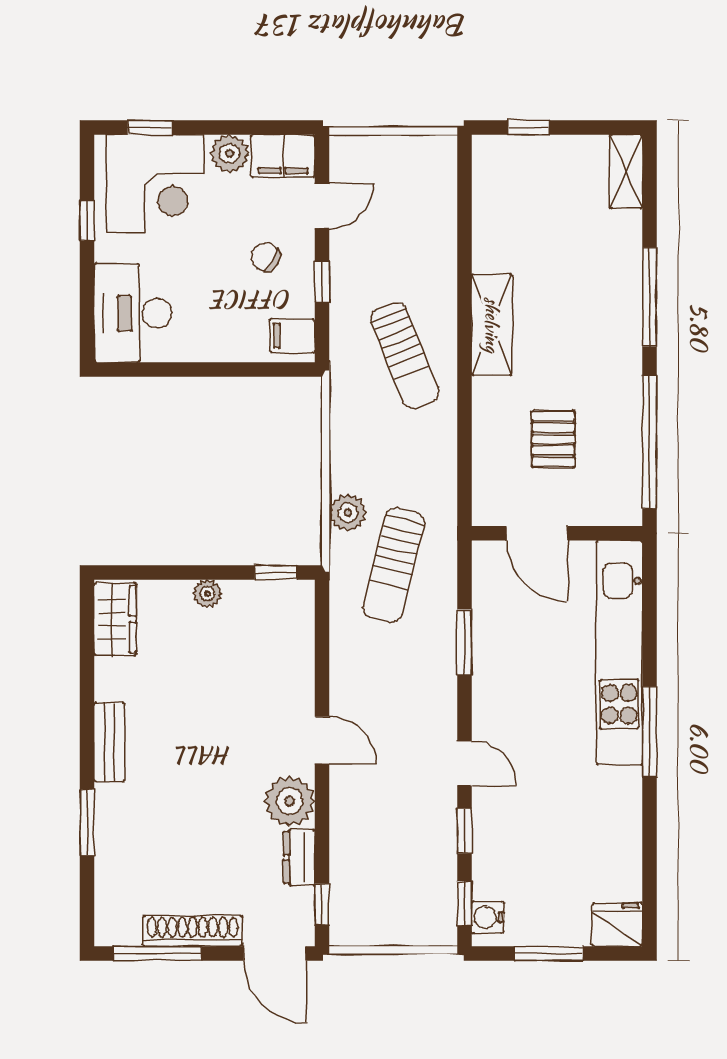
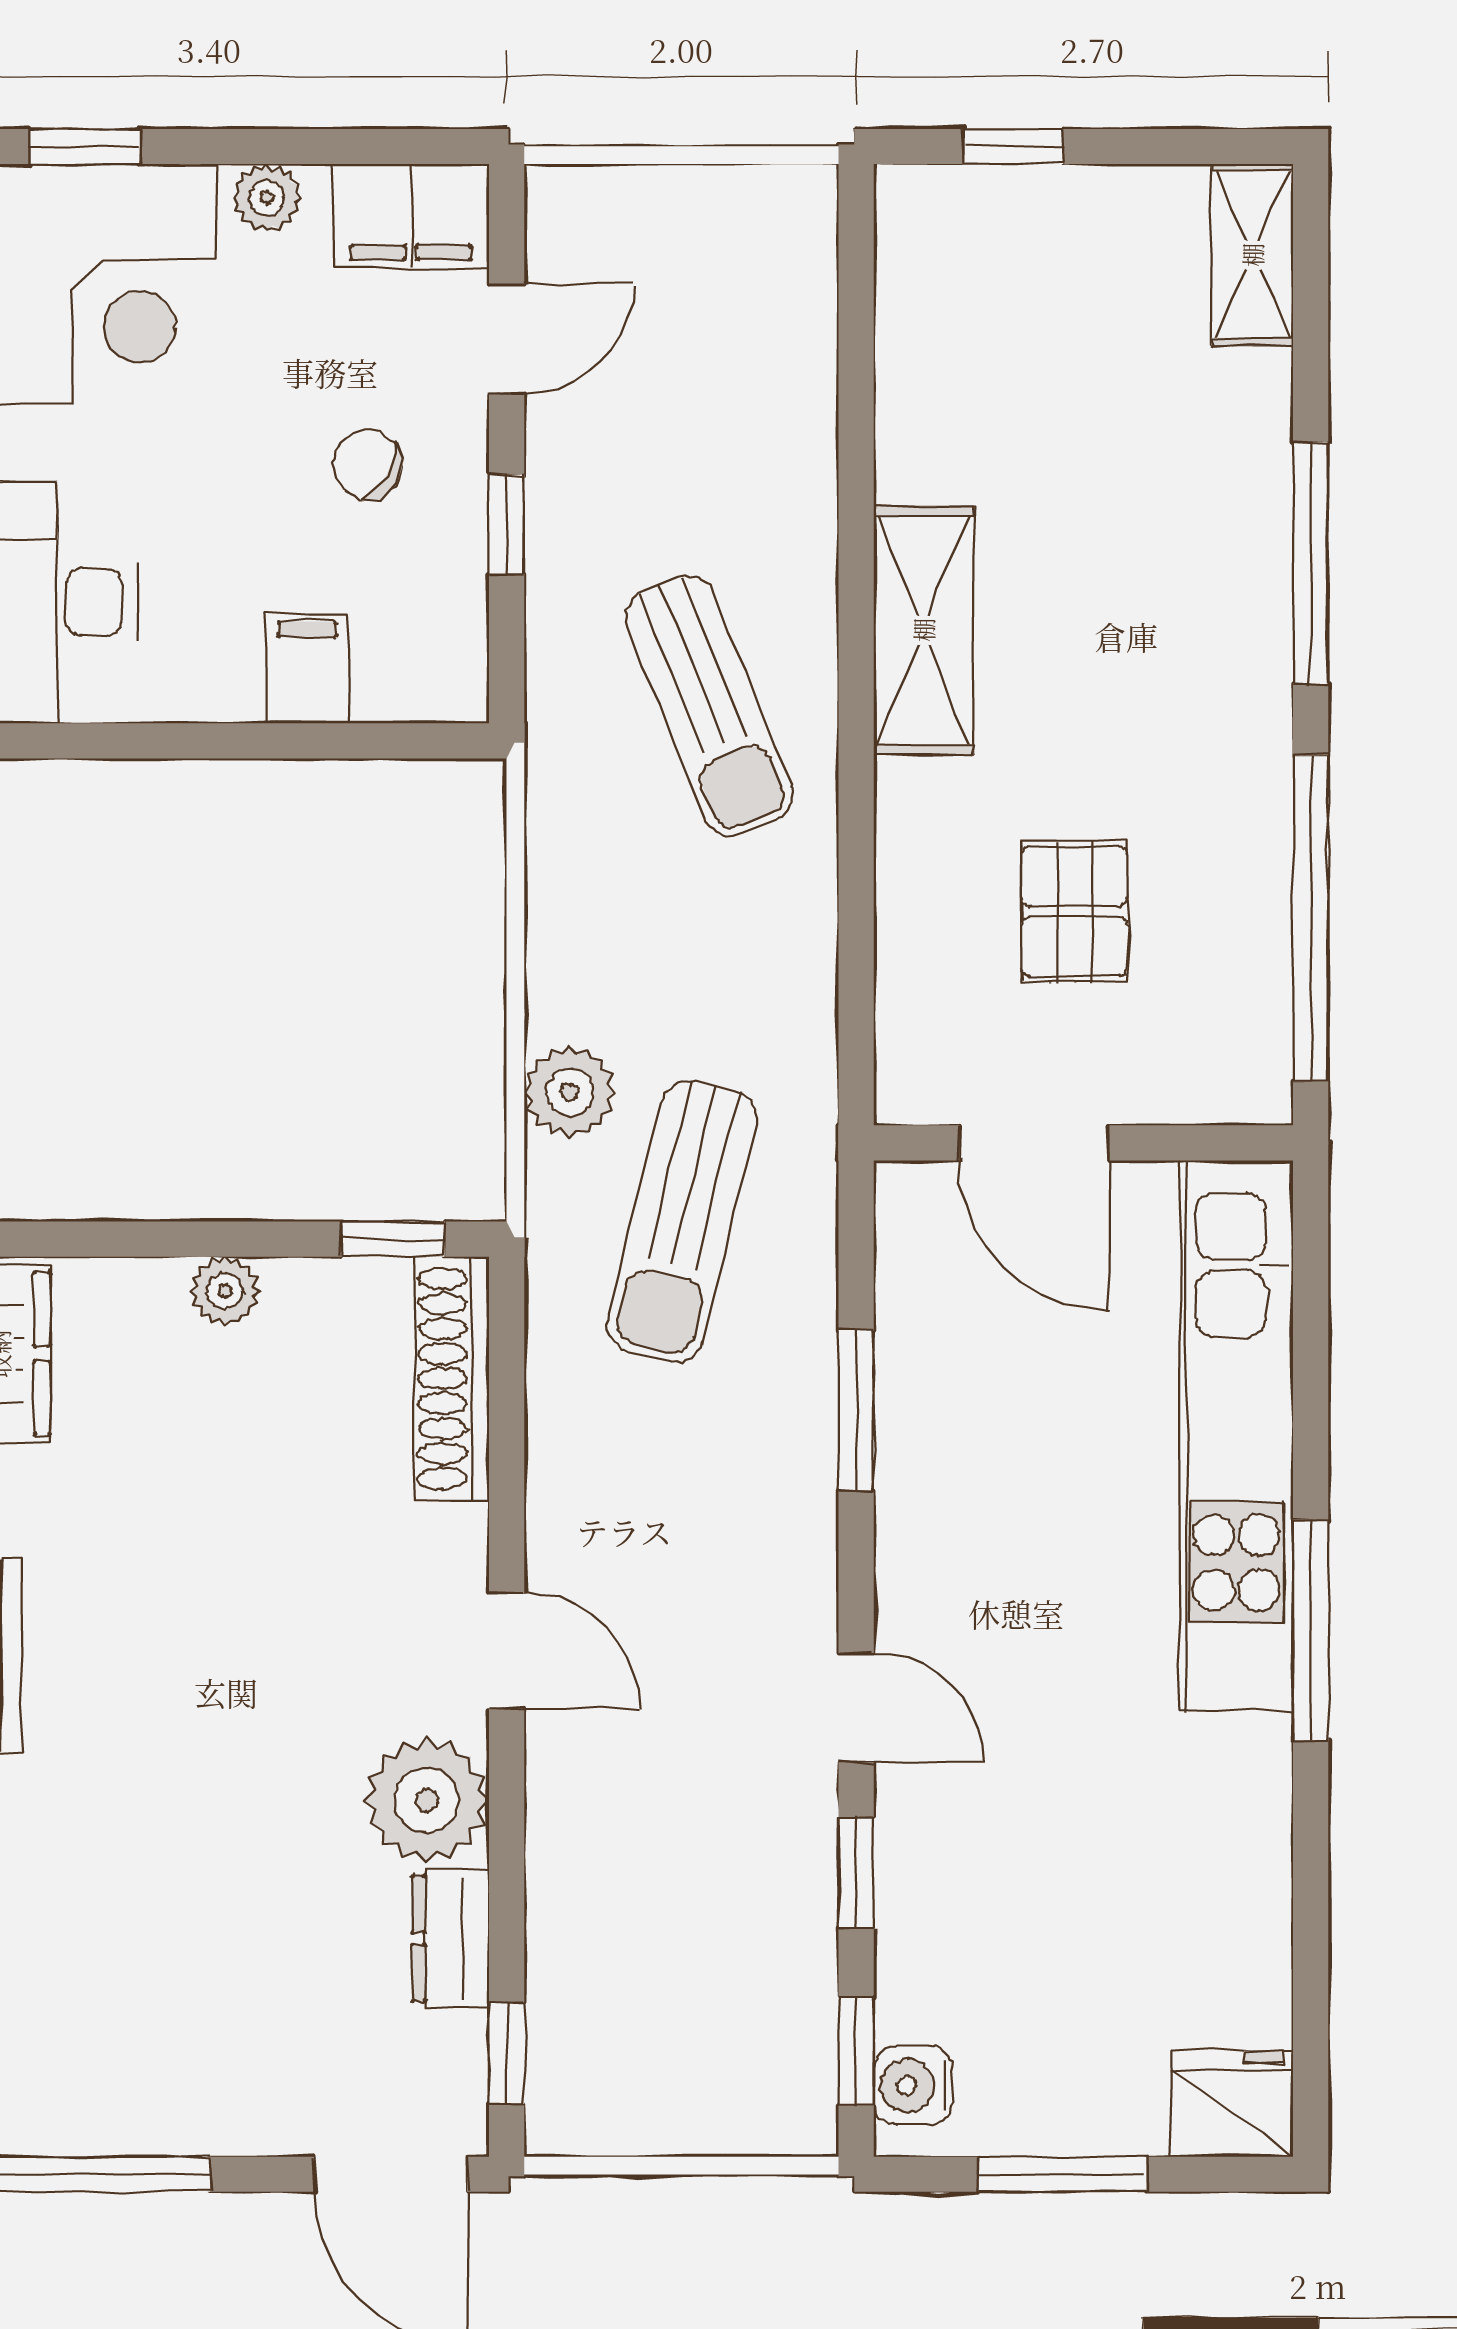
plant: (230, 154) -> (267, 198), width x0.73, depth x0.73
filing cabinet: (292, 336) -> (307, 668), moved, turned 90
shoe rack: (193, 931) -> (451, 1379), moved, turned -90

